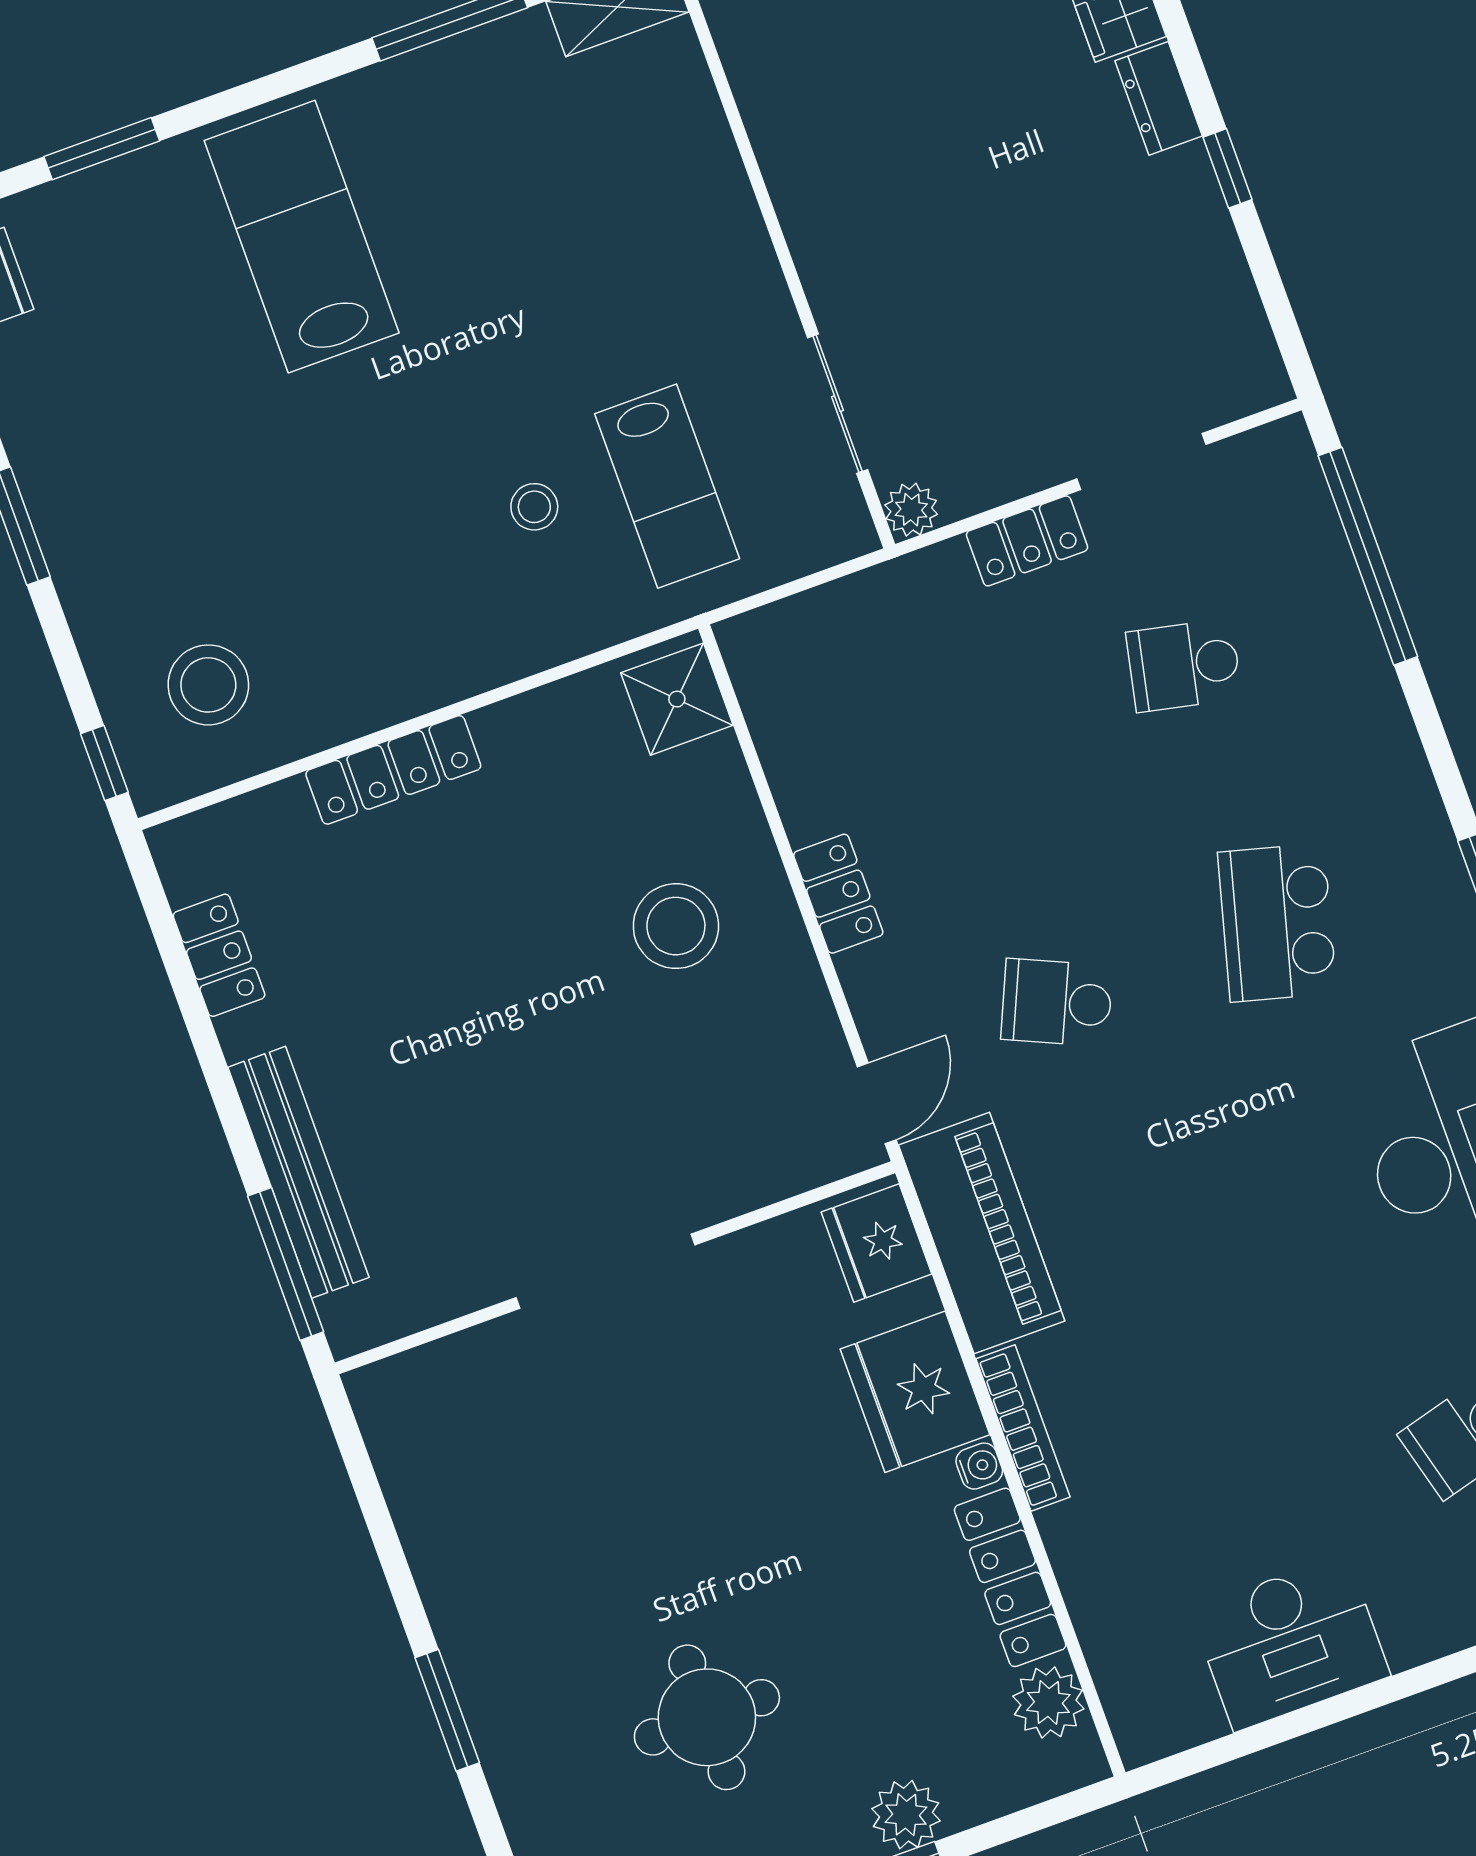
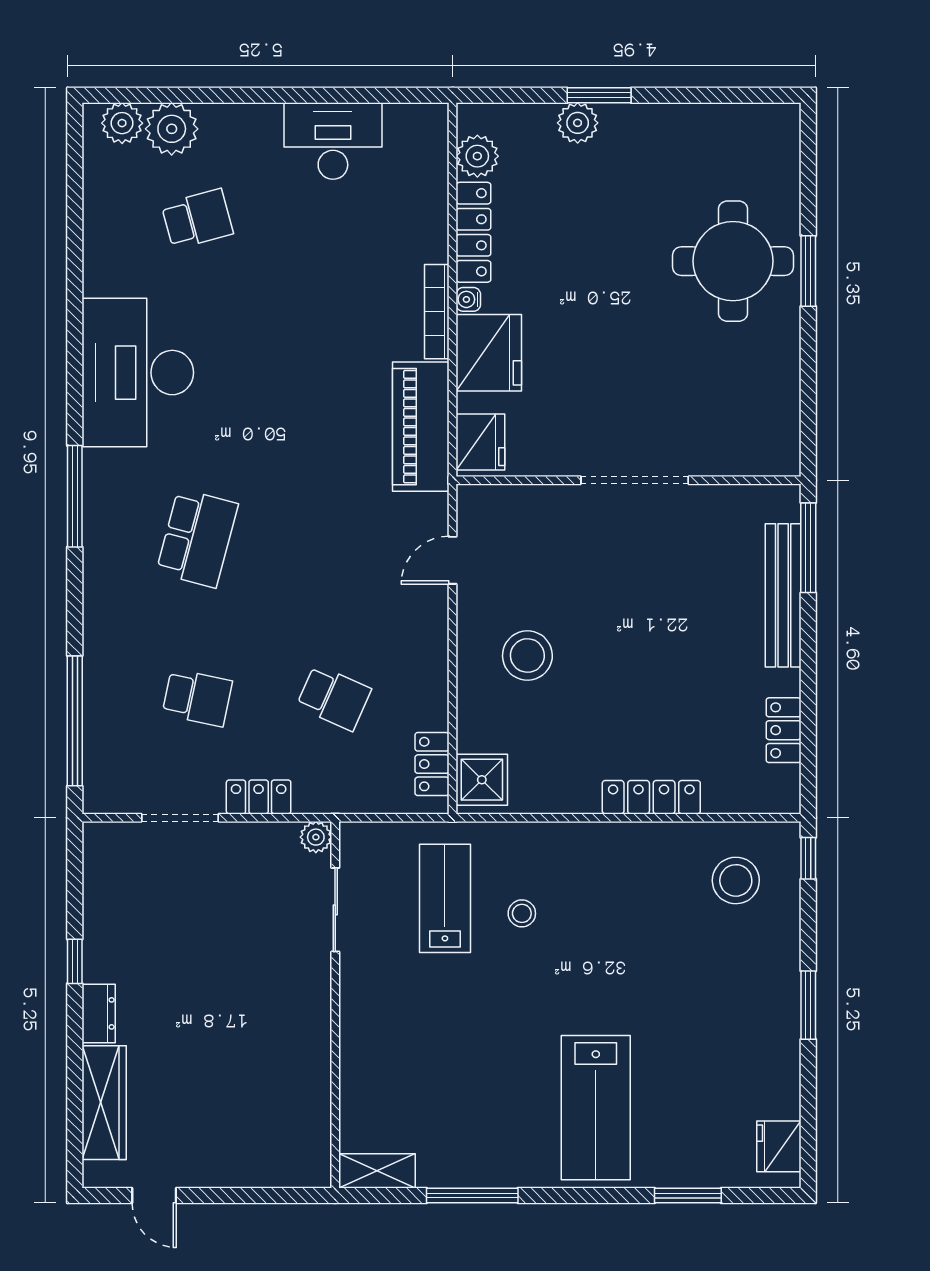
locker: (838, 894) -> (432, 764), moved
school desk: (1057, 1002) -> (334, 698), moved
door: (877, 1103) -> (453, 560), moved
round table: (707, 1717) -> (733, 261), moved, width x1.36, depth x1.36

